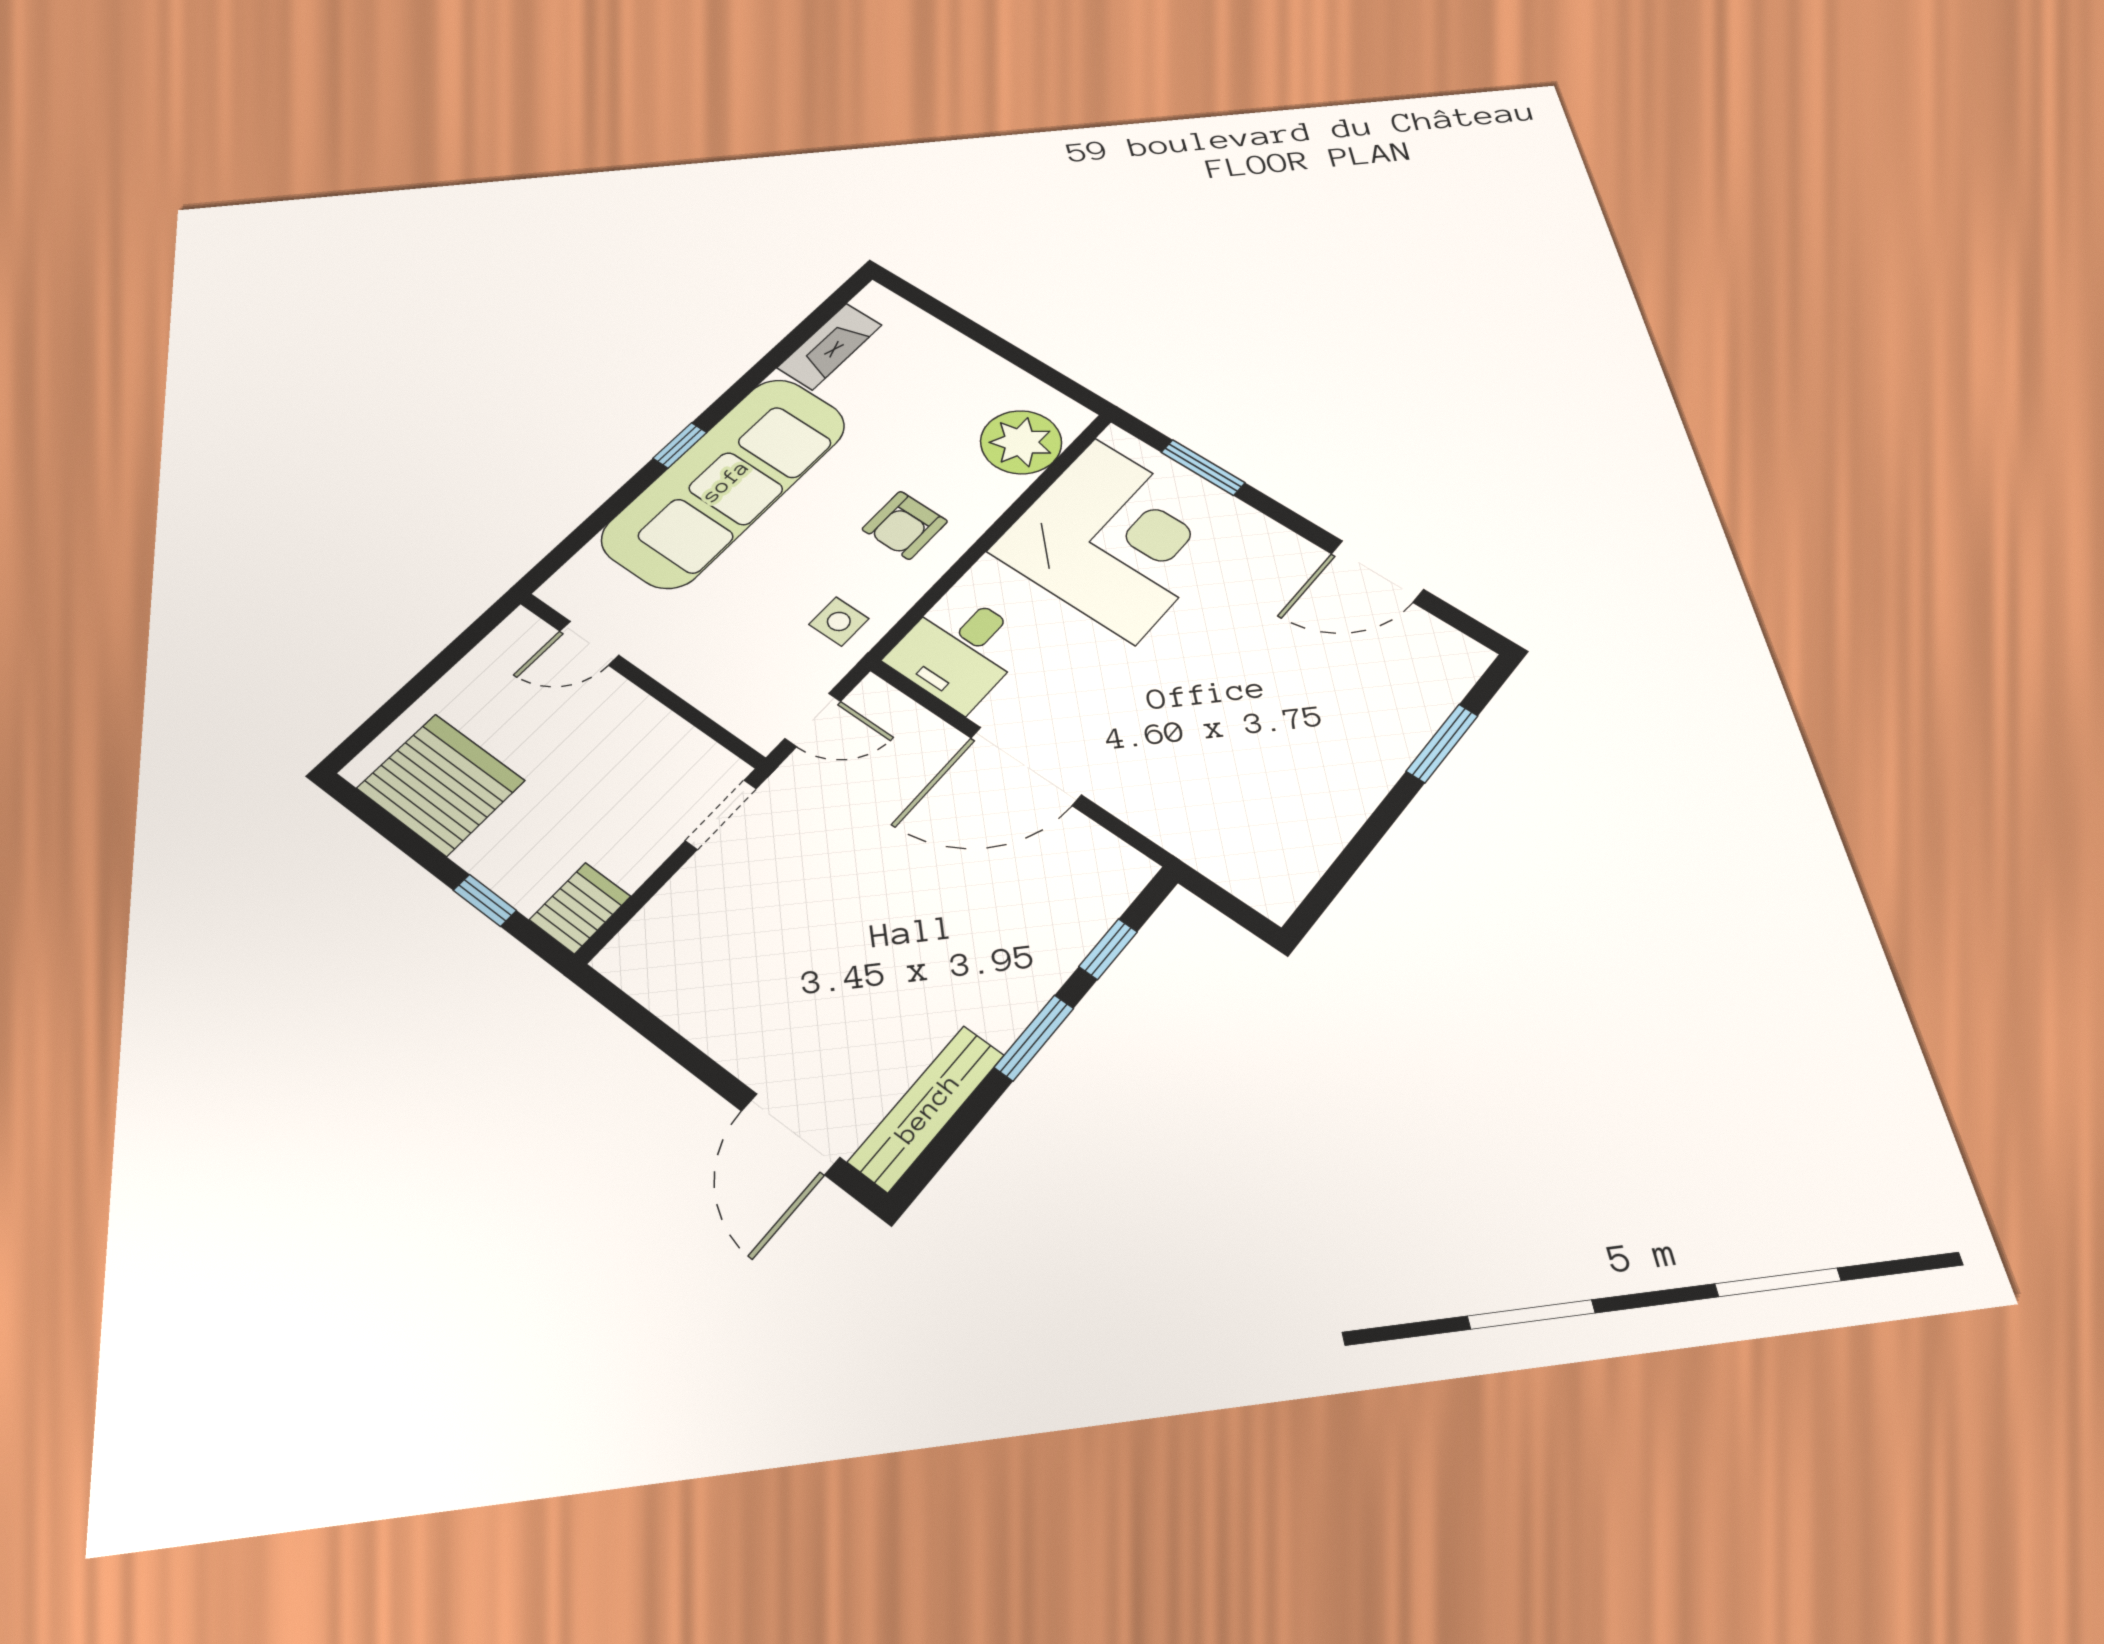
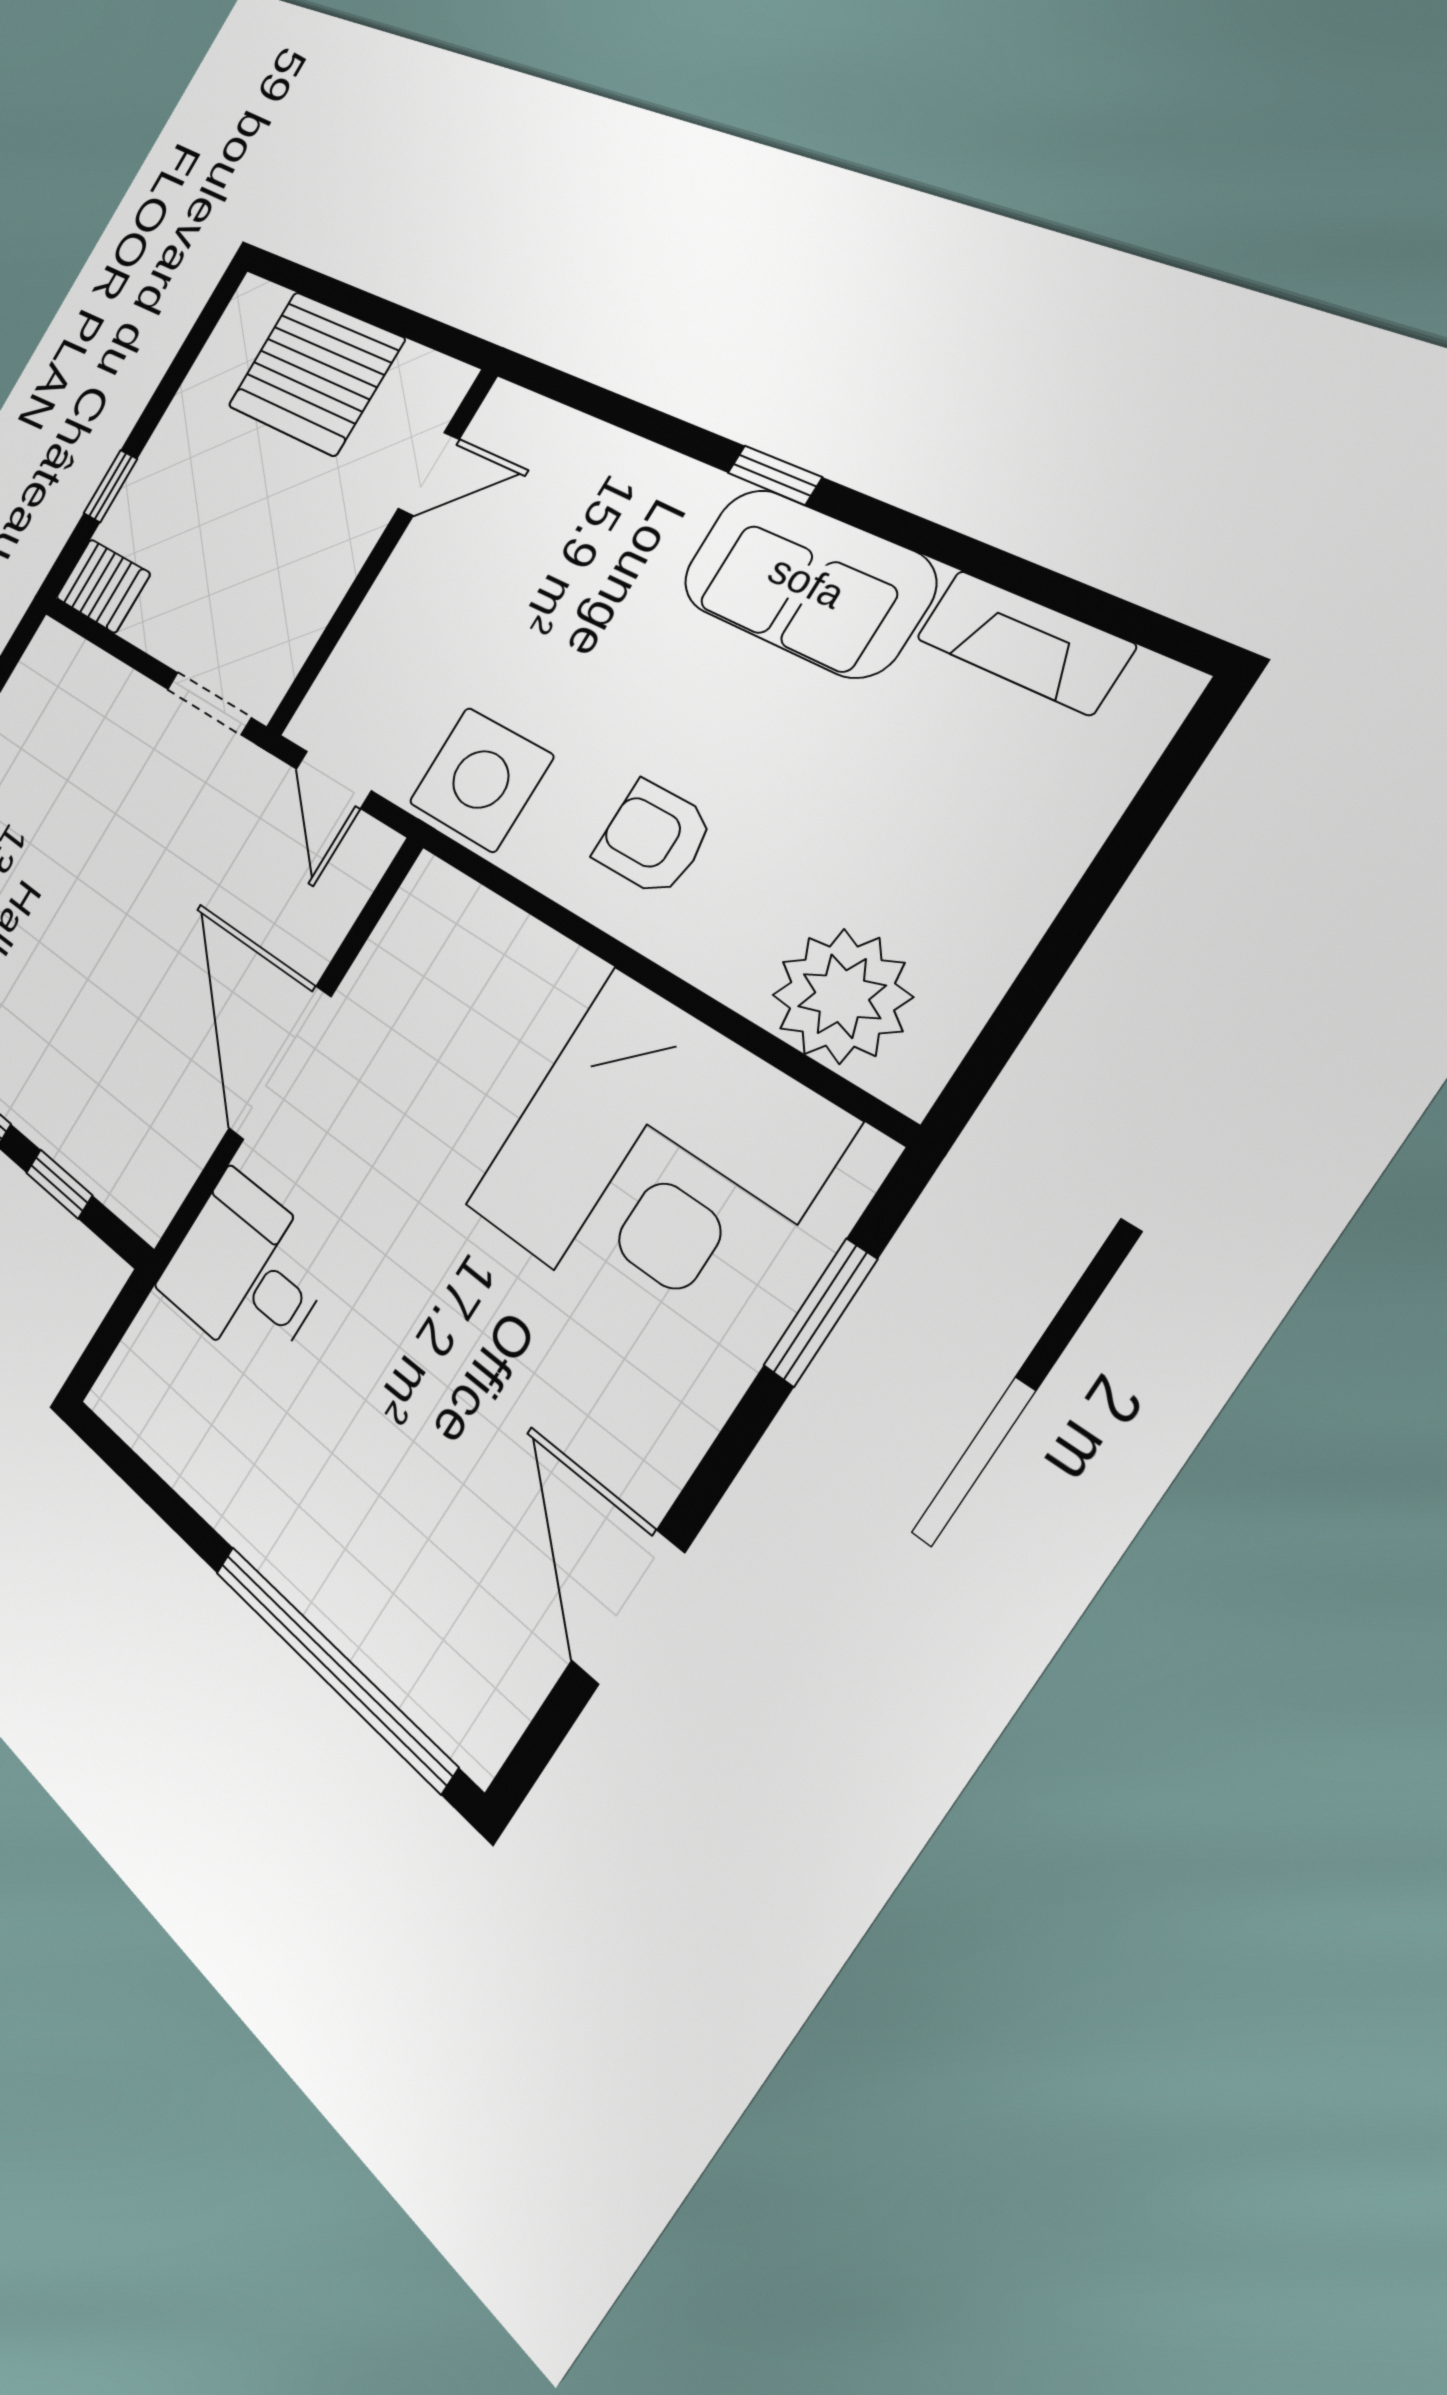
sofa: (725, 481) -> (807, 582), width x0.54, depth x0.79
side table: (839, 621) -> (481, 779), width x1.87, depth x1.87
door: (589, 643) -> (429, 474), swing flipped
desk: (959, 650) -> (246, 1272), moved
window: (1442, 743) -> (332, 1666), width x2.11
server rack: (441, 784) -> (315, 373), moved, turned 90

